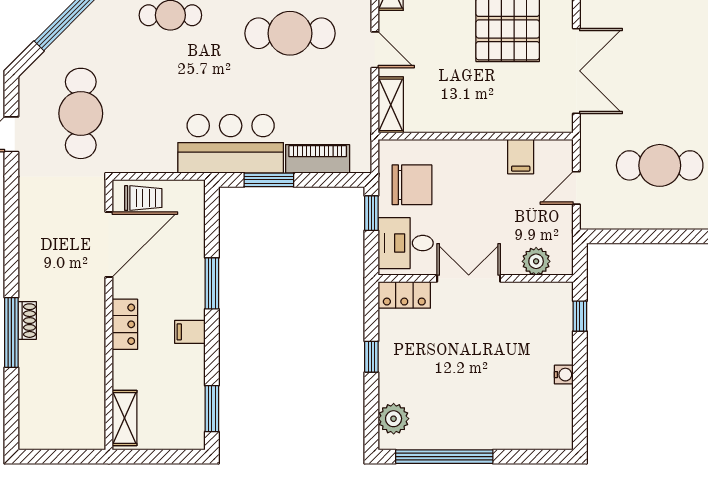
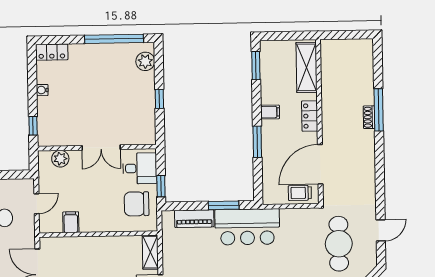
locker: (404, 295) -> (52, 52), moved, turned 180
shelving: (125, 418) -> (306, 67), width x1.50, depth x1.33

